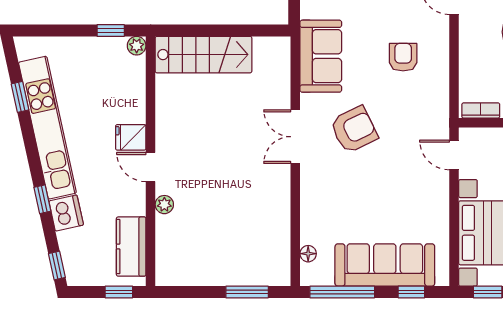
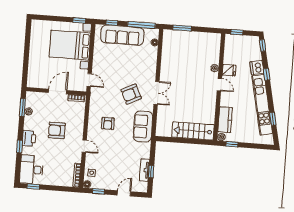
fridge: (131, 137) -> (229, 70), moved
kitchen counter: (131, 247) -> (225, 120), moved

